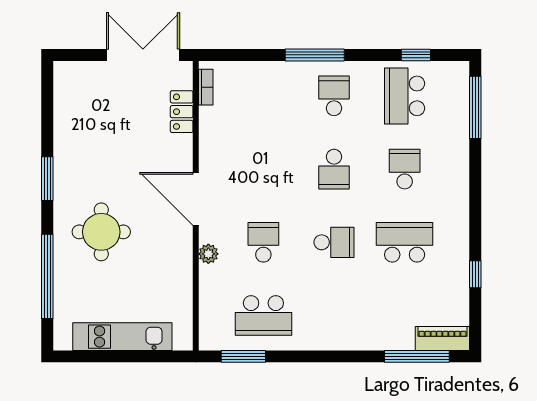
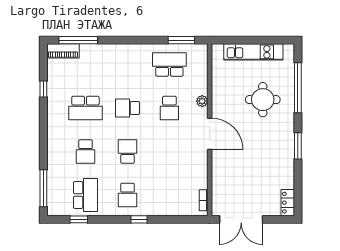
window: (315, 55) -> (139, 219), width x0.46
locker: (182, 112) -> (288, 203), moved, turned 180
round table: (101, 232) -> (263, 100), moved

